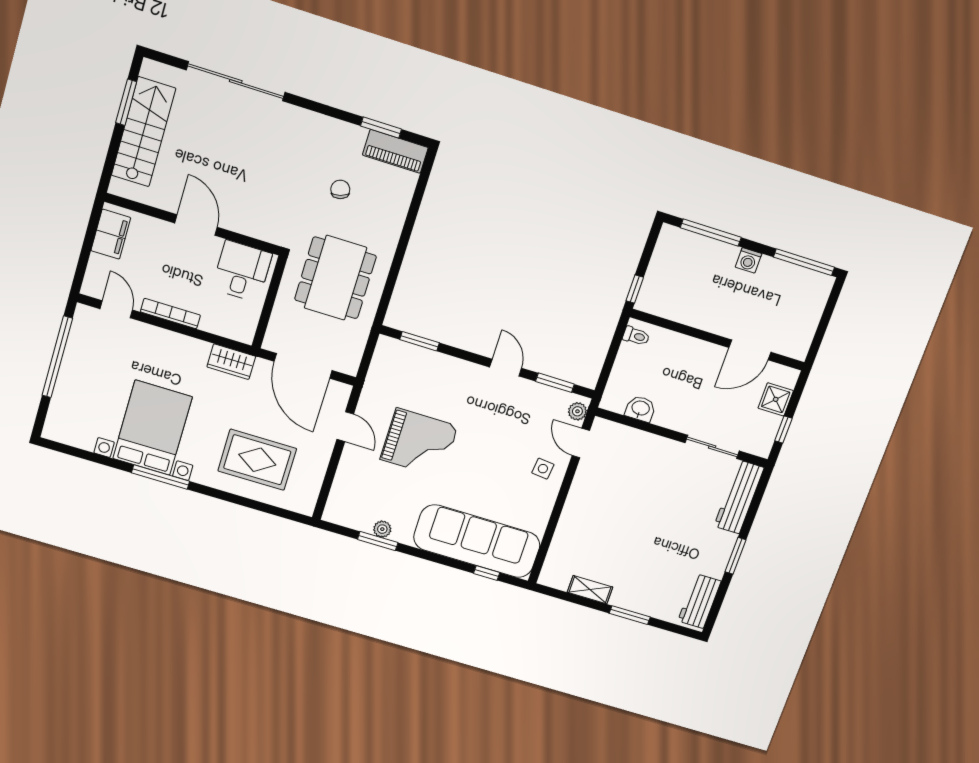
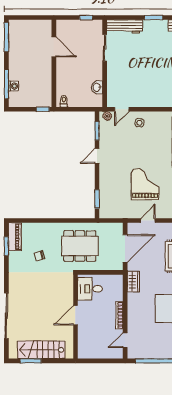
filing cabinet: (111, 234) -> (91, 352), removed
washing machine: (748, 260) -> (13, 86), moved
shower: (776, 399) -> (73, 26), removed

